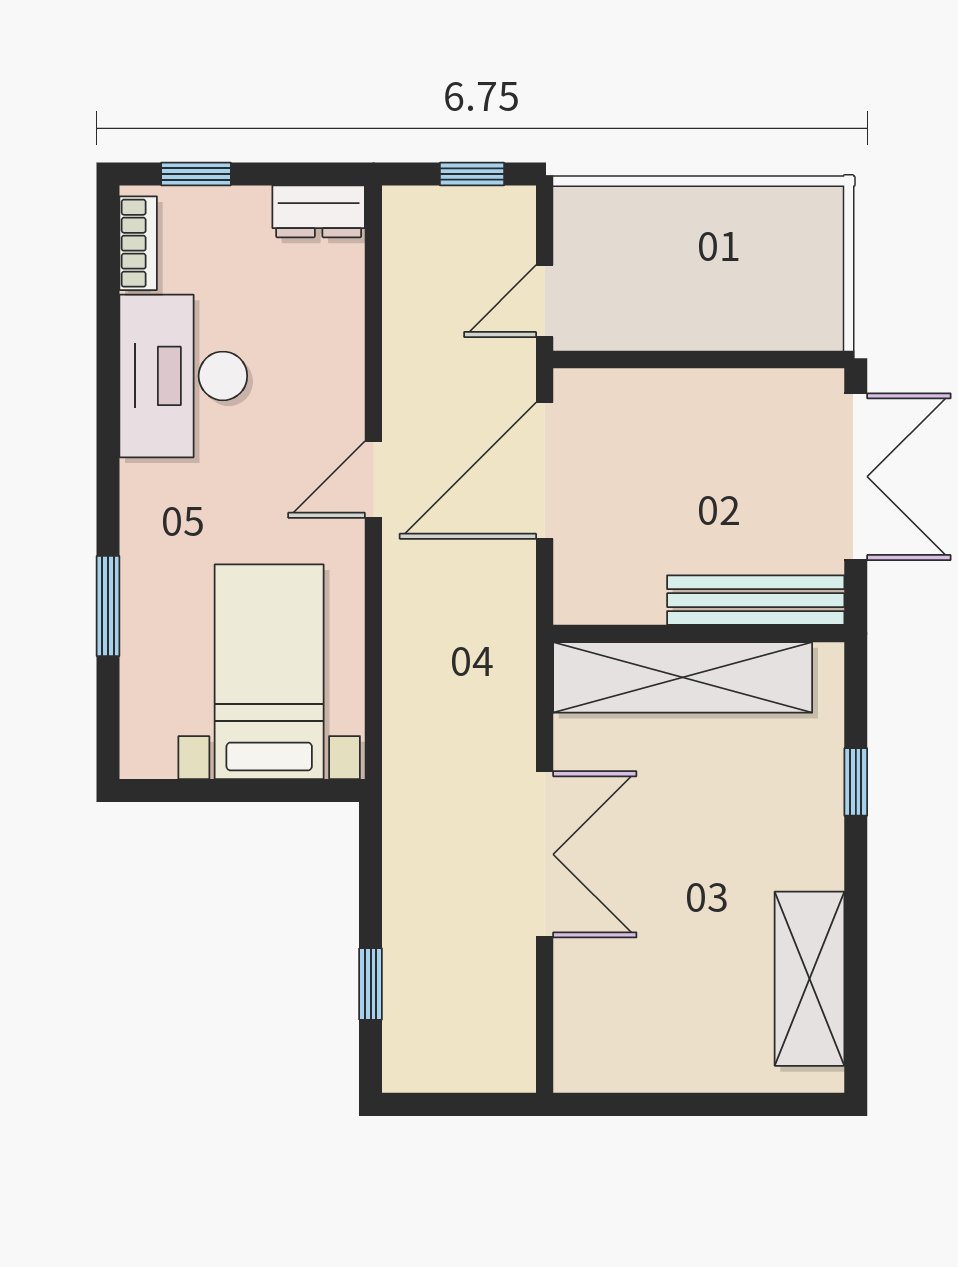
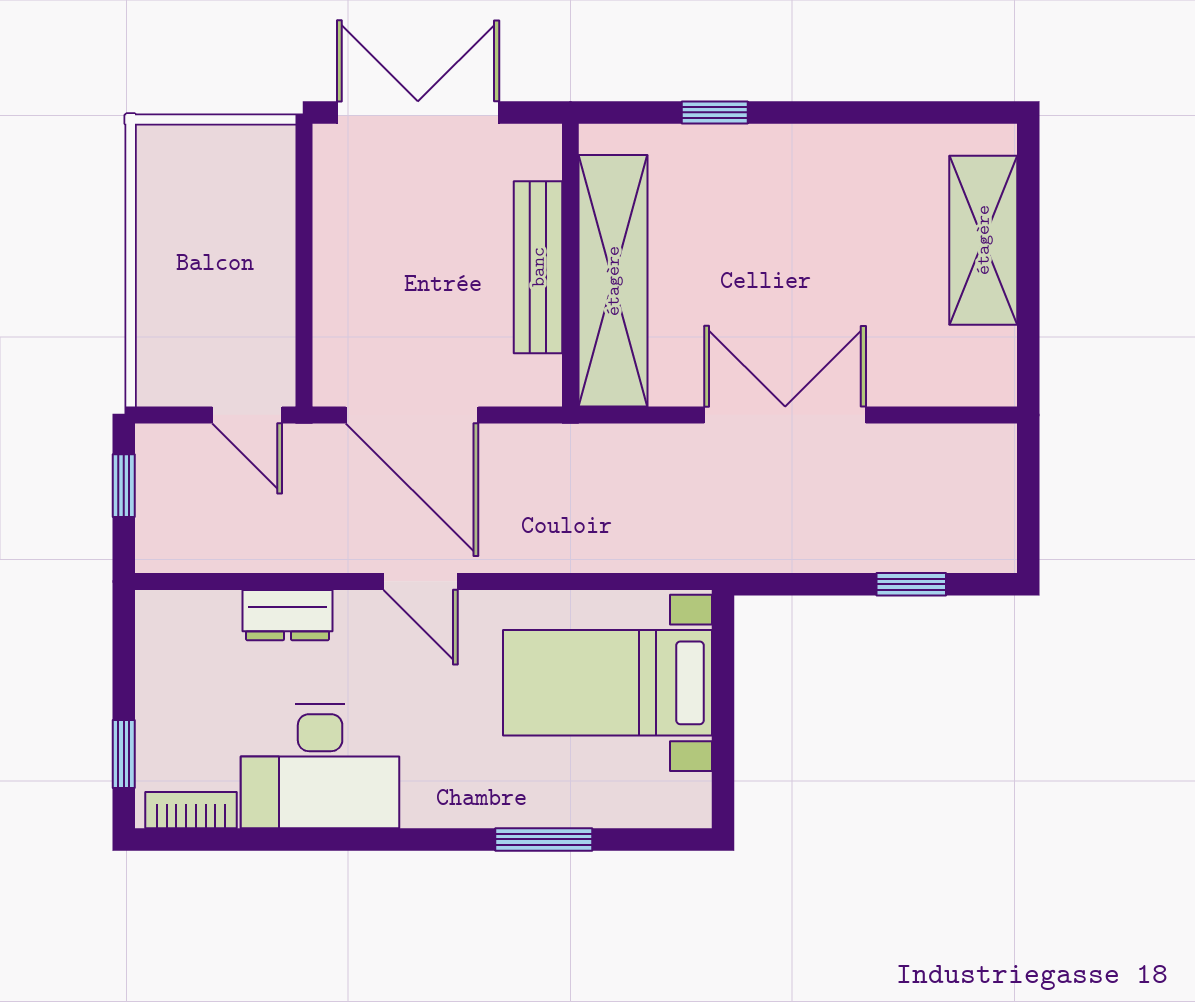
dresser: (319, 211) -> (288, 615), moved, turned 90
bench: (756, 600) -> (538, 267), moved
shelving: (810, 979) -> (983, 240), moved, turned 90

